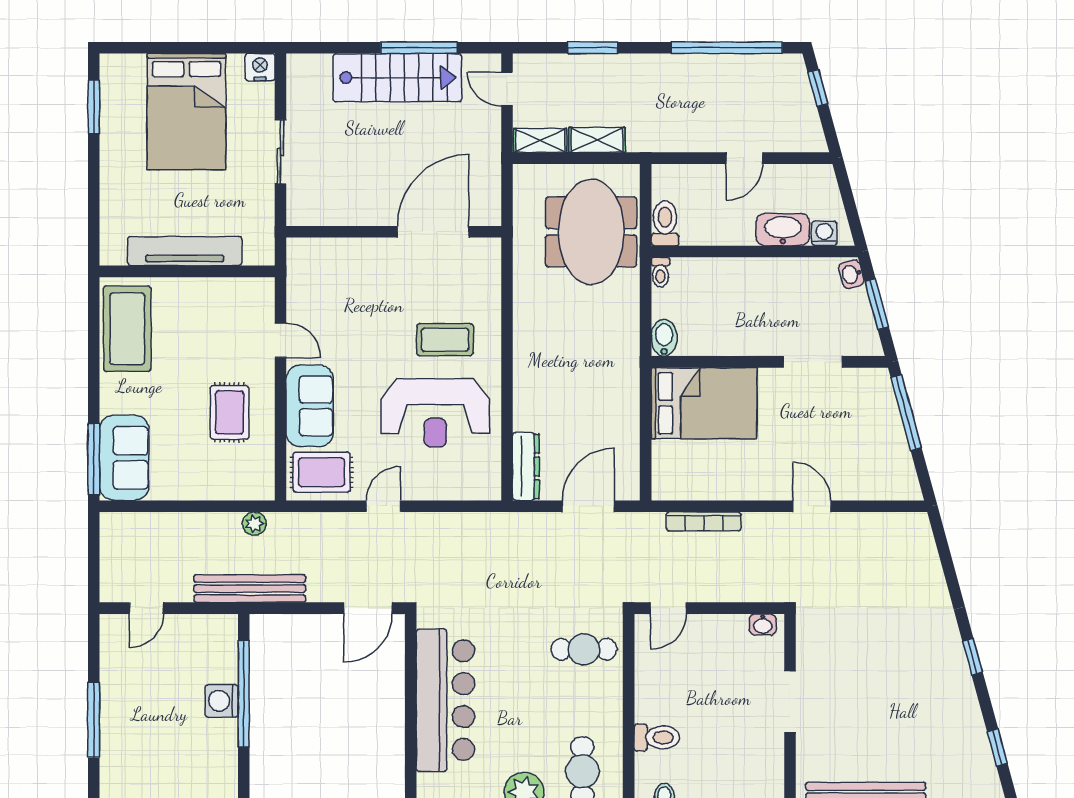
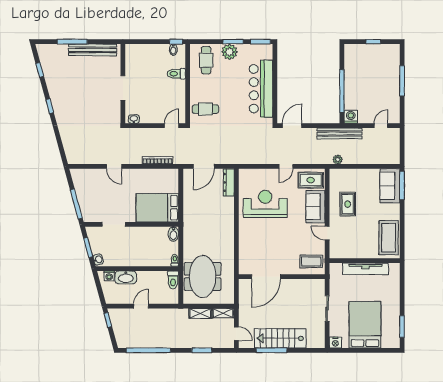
window: (818, 88) -> (108, 320), moved
coffee table: (445, 340) -> (311, 261), moved
washing machine: (222, 701) -> (351, 117), moved, turned -90

